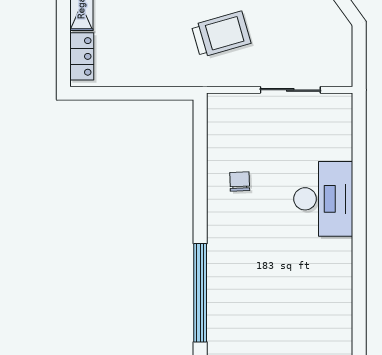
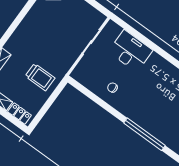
trolley: (221, 34) -> (40, 77), moved, turned 106
desk: (323, 199) -> (130, 51), moved

